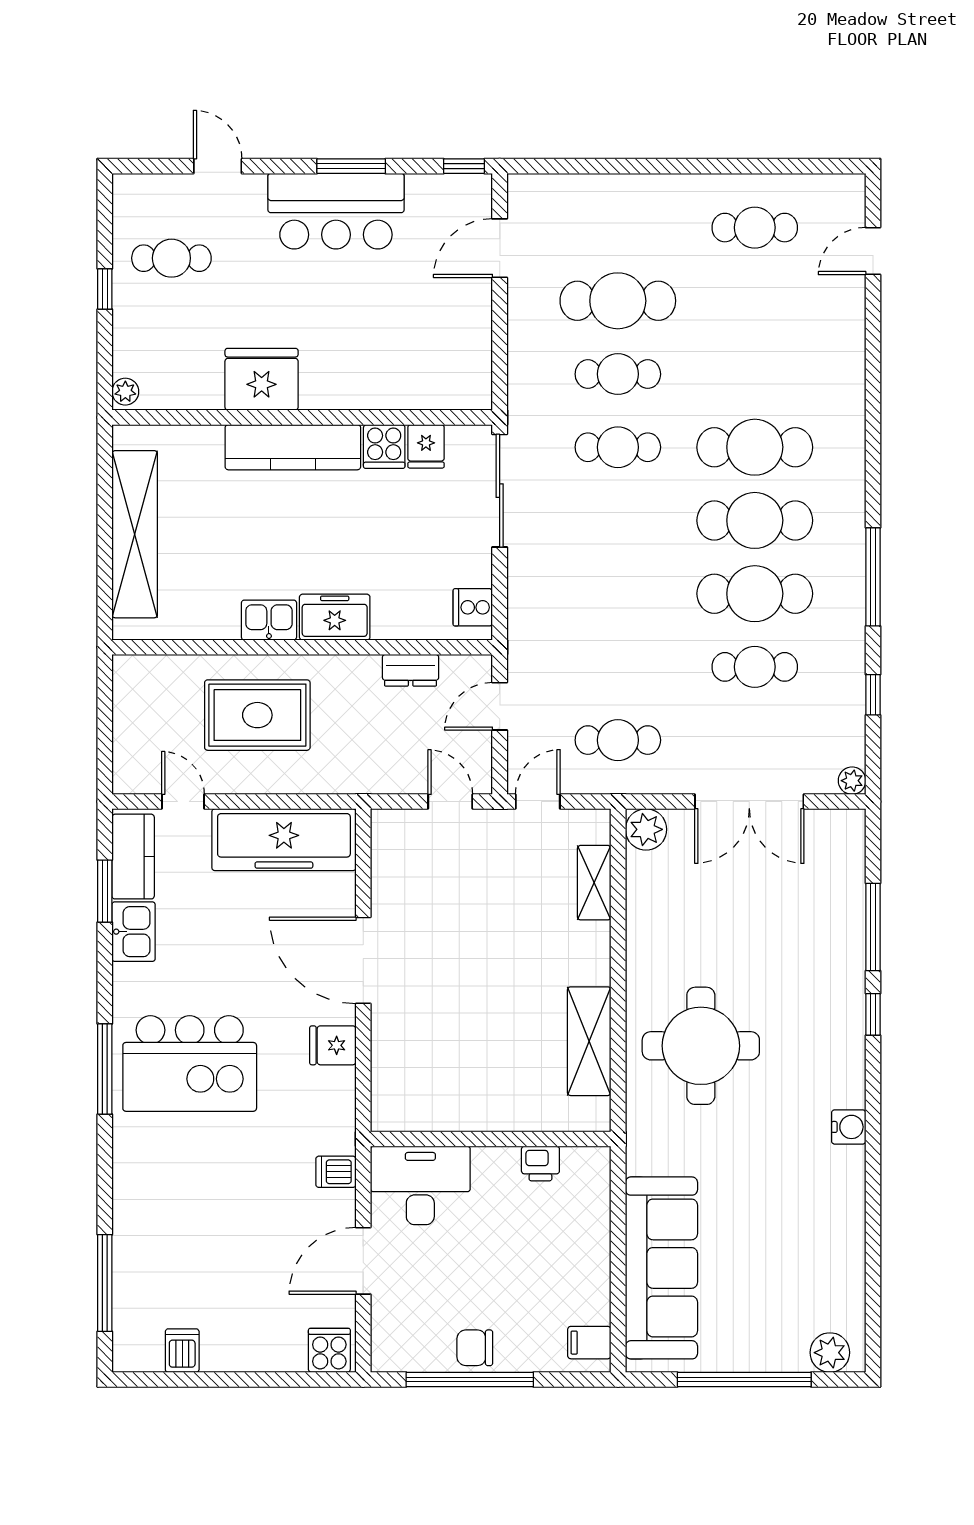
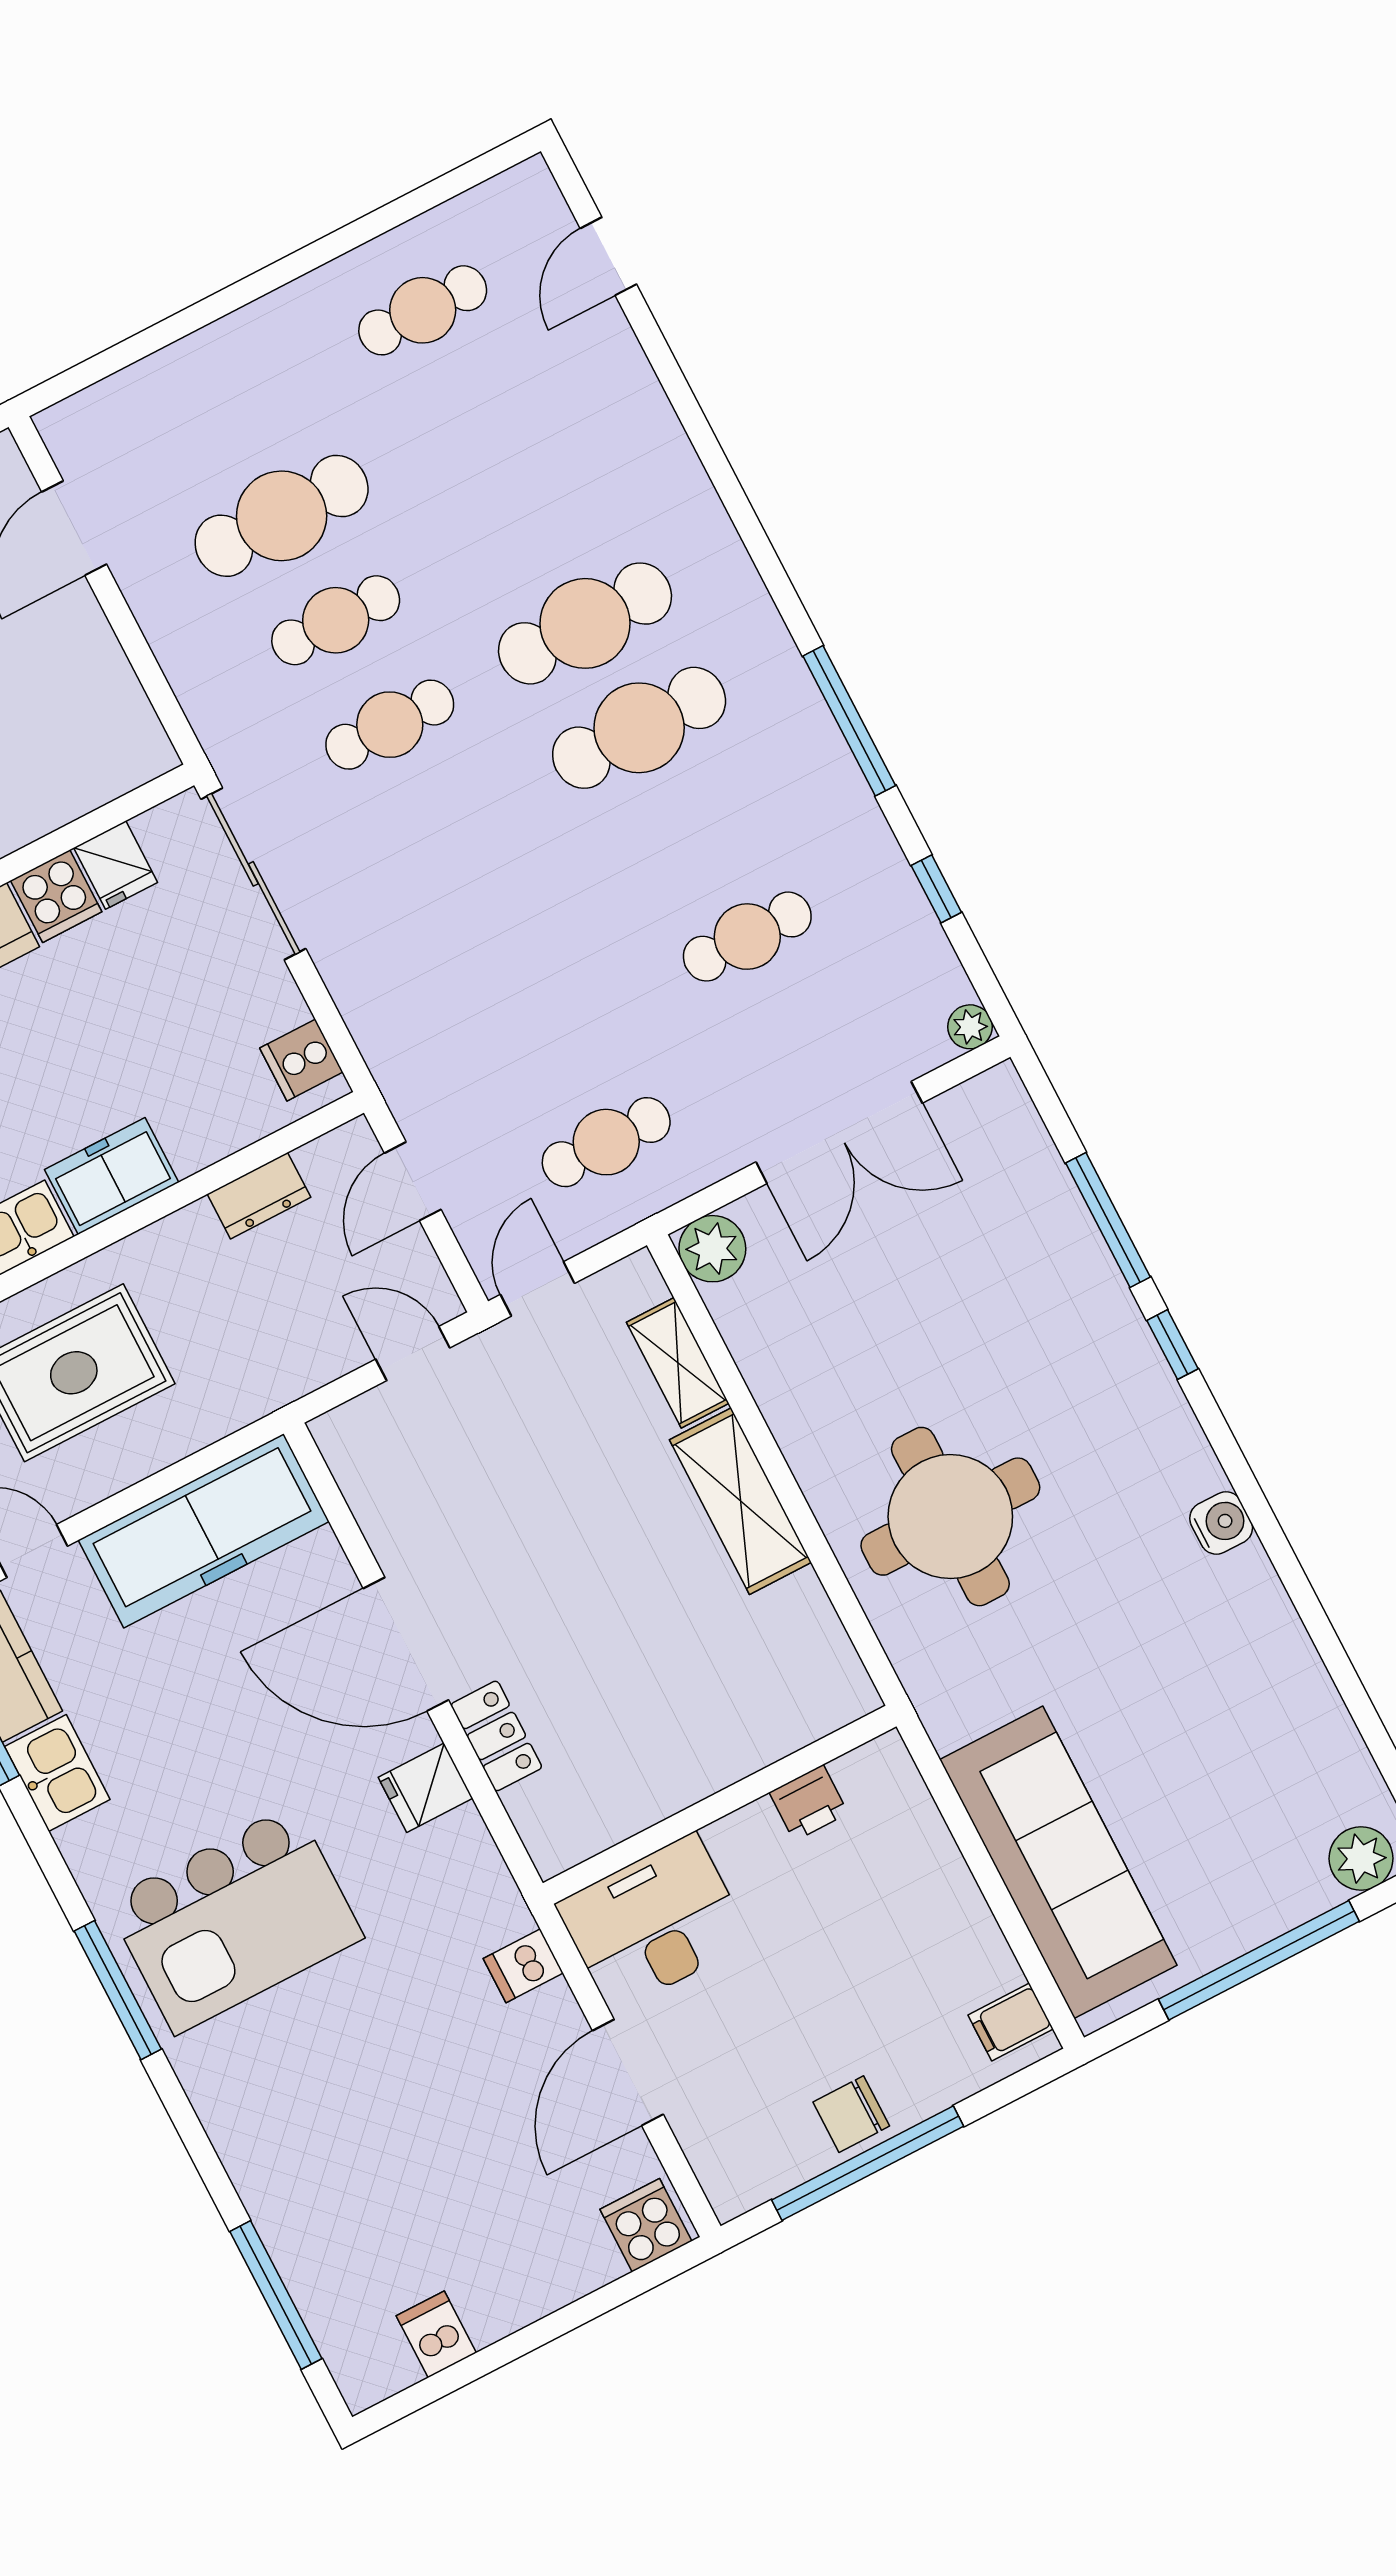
cafe table: (755, 594) -> (693, 832), removed
locker: (387, 1037) -> (496, 1736), added
shelving: (589, 1041) -> (740, 1501), moved

